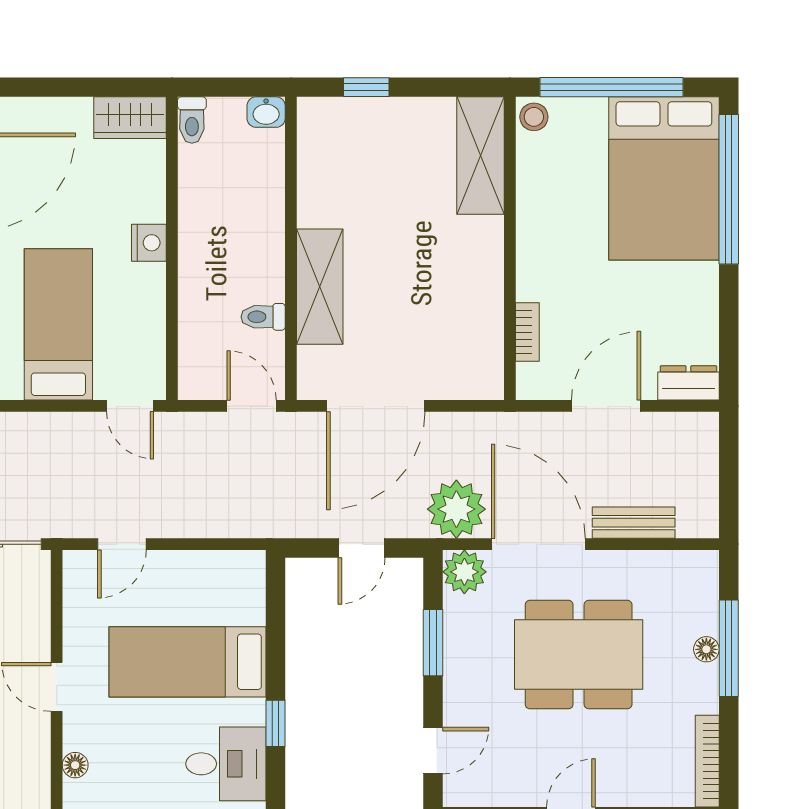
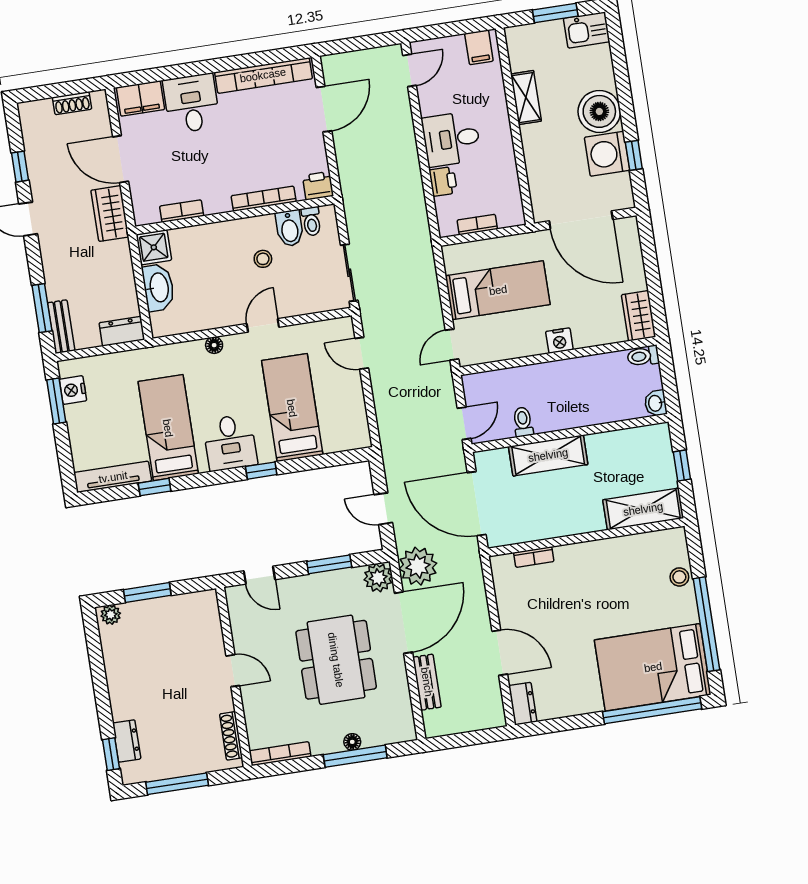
shelving: (480, 156) -> (643, 509), moved
wall: (510, 248) -> (586, 537), moved
bookcase: (527, 332) -> (534, 557), moved

